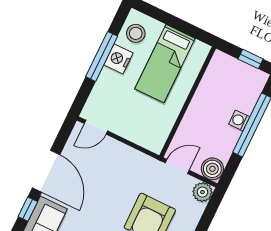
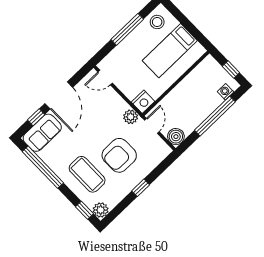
nightstand: (118, 59) -> (143, 102), moved, turned 180
washing machine: (239, 120) -> (226, 92), moved
door: (177, 166) -> (152, 126), hinge flipped
plant: (202, 192) -> (131, 117), moved

